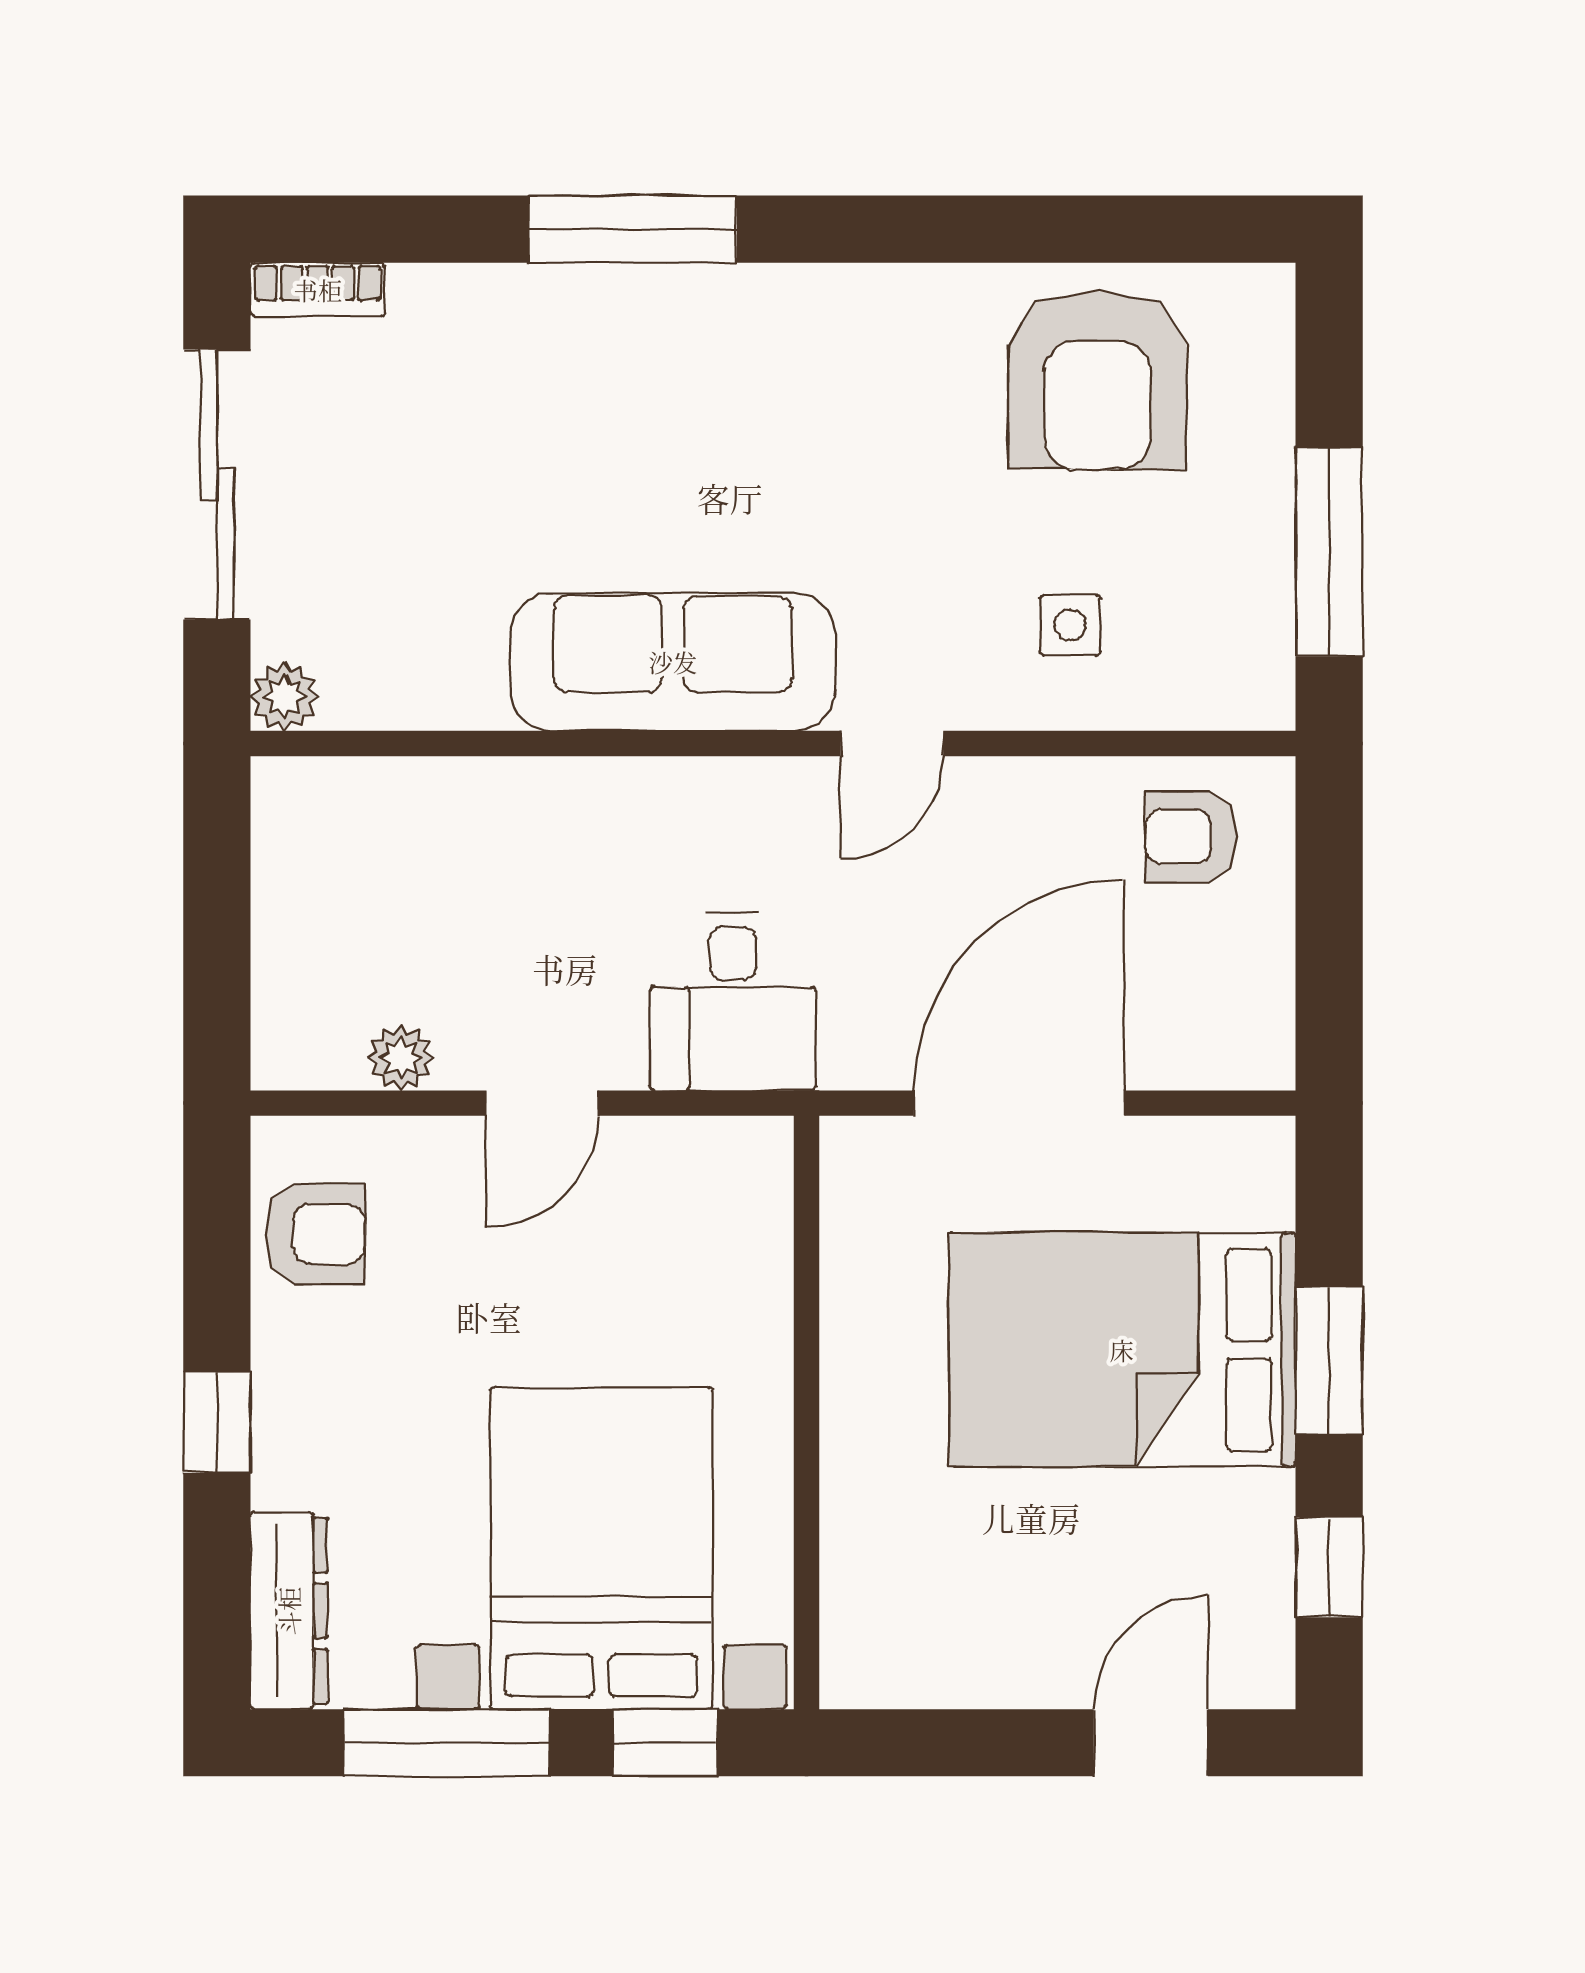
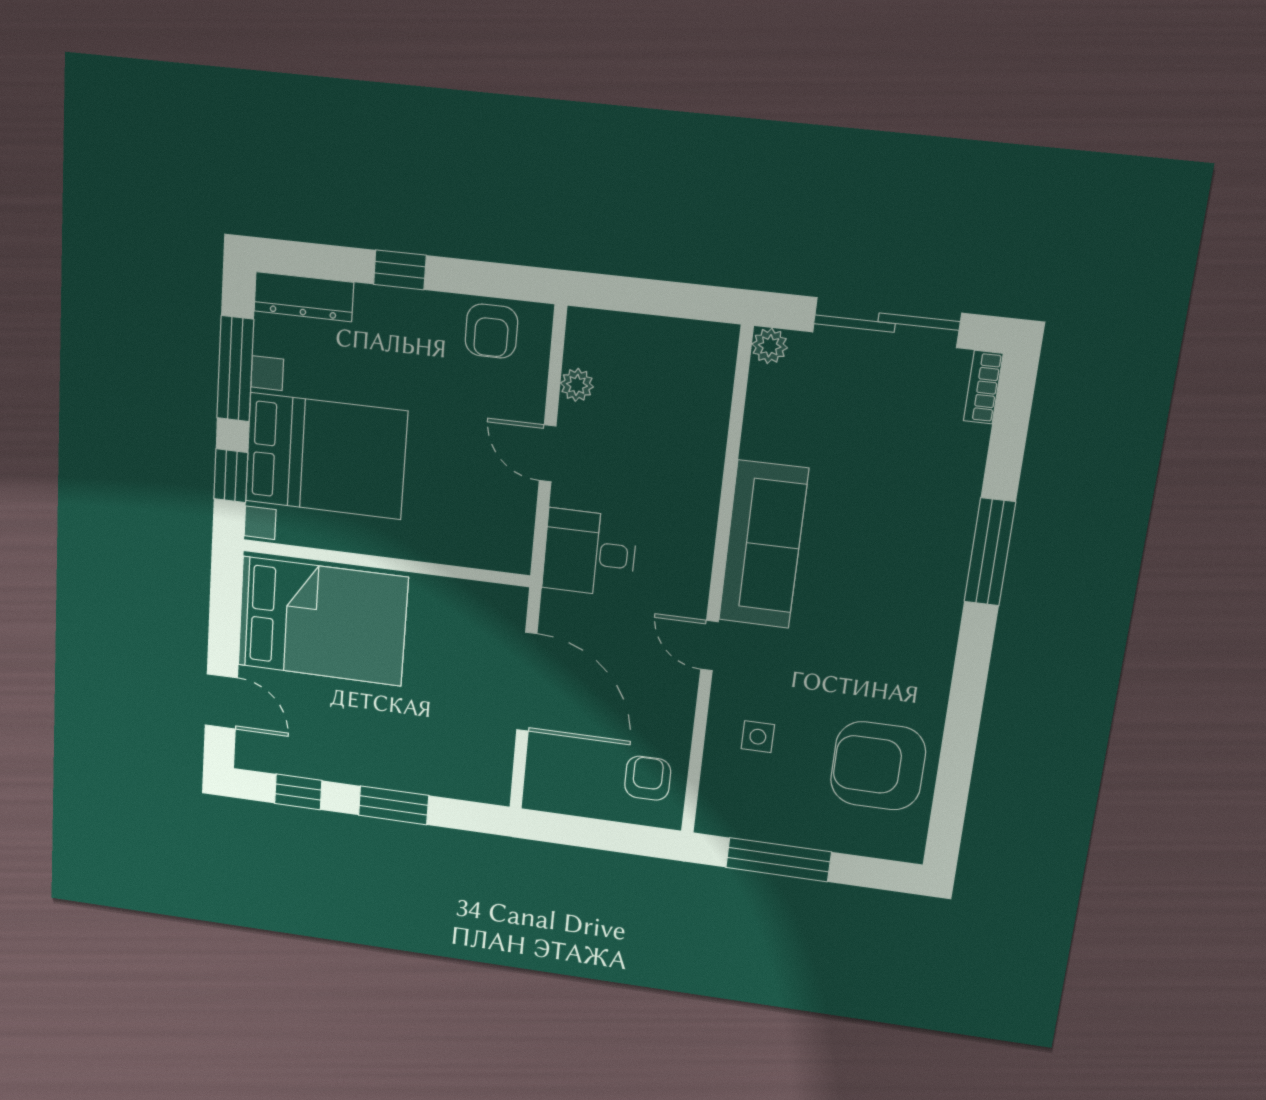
bed: (1122, 1350) -> (322, 621), moved, turned 90

